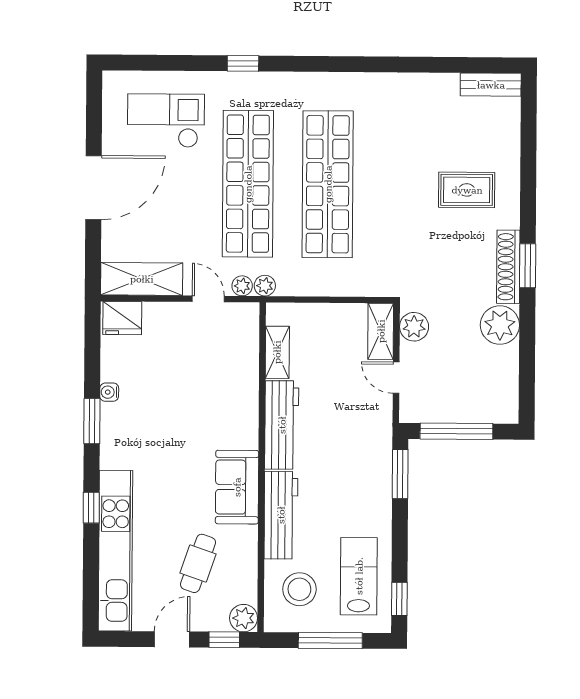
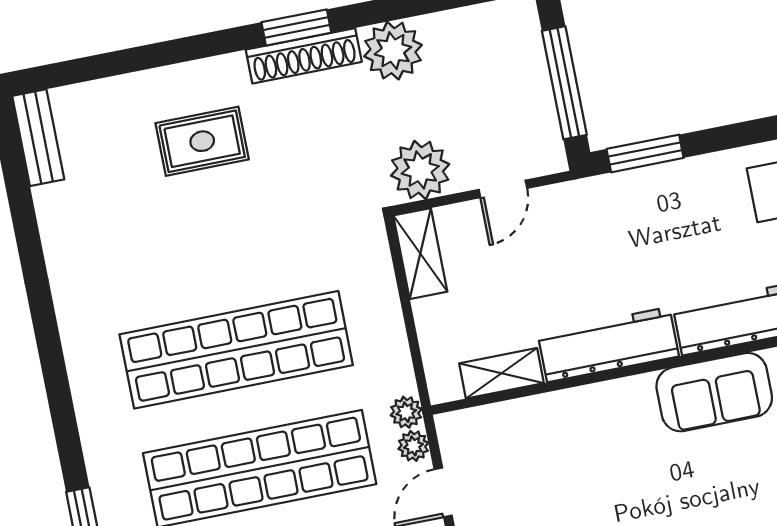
rug: (467, 190) -> (202, 141), turned 90
plant: (414, 327) -> (420, 170), width x1.36, depth x1.36
shelving: (381, 331) -> (420, 254), moved, turned 90

